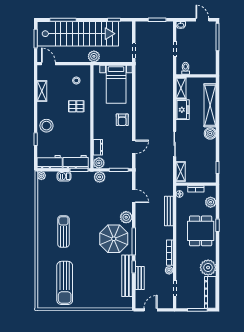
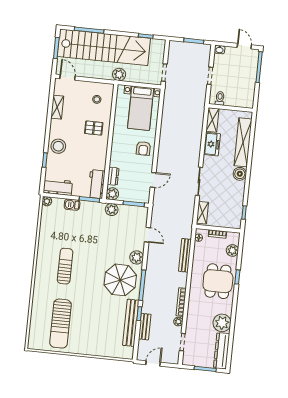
workbench: (76, 162) -> (96, 184), moved, turned -90

